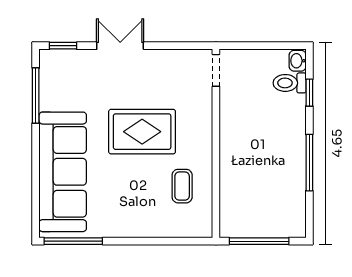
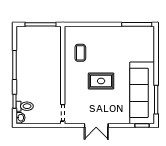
double door: (120, 46) -> (96, 125), moved
rug: (142, 132) -> (101, 81), width x0.73, depth x0.70
sofa: (63, 172) -> (142, 93), moved

